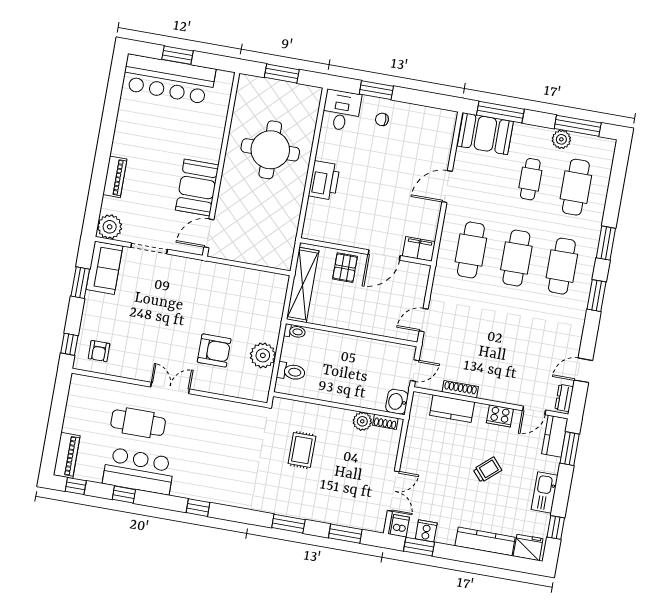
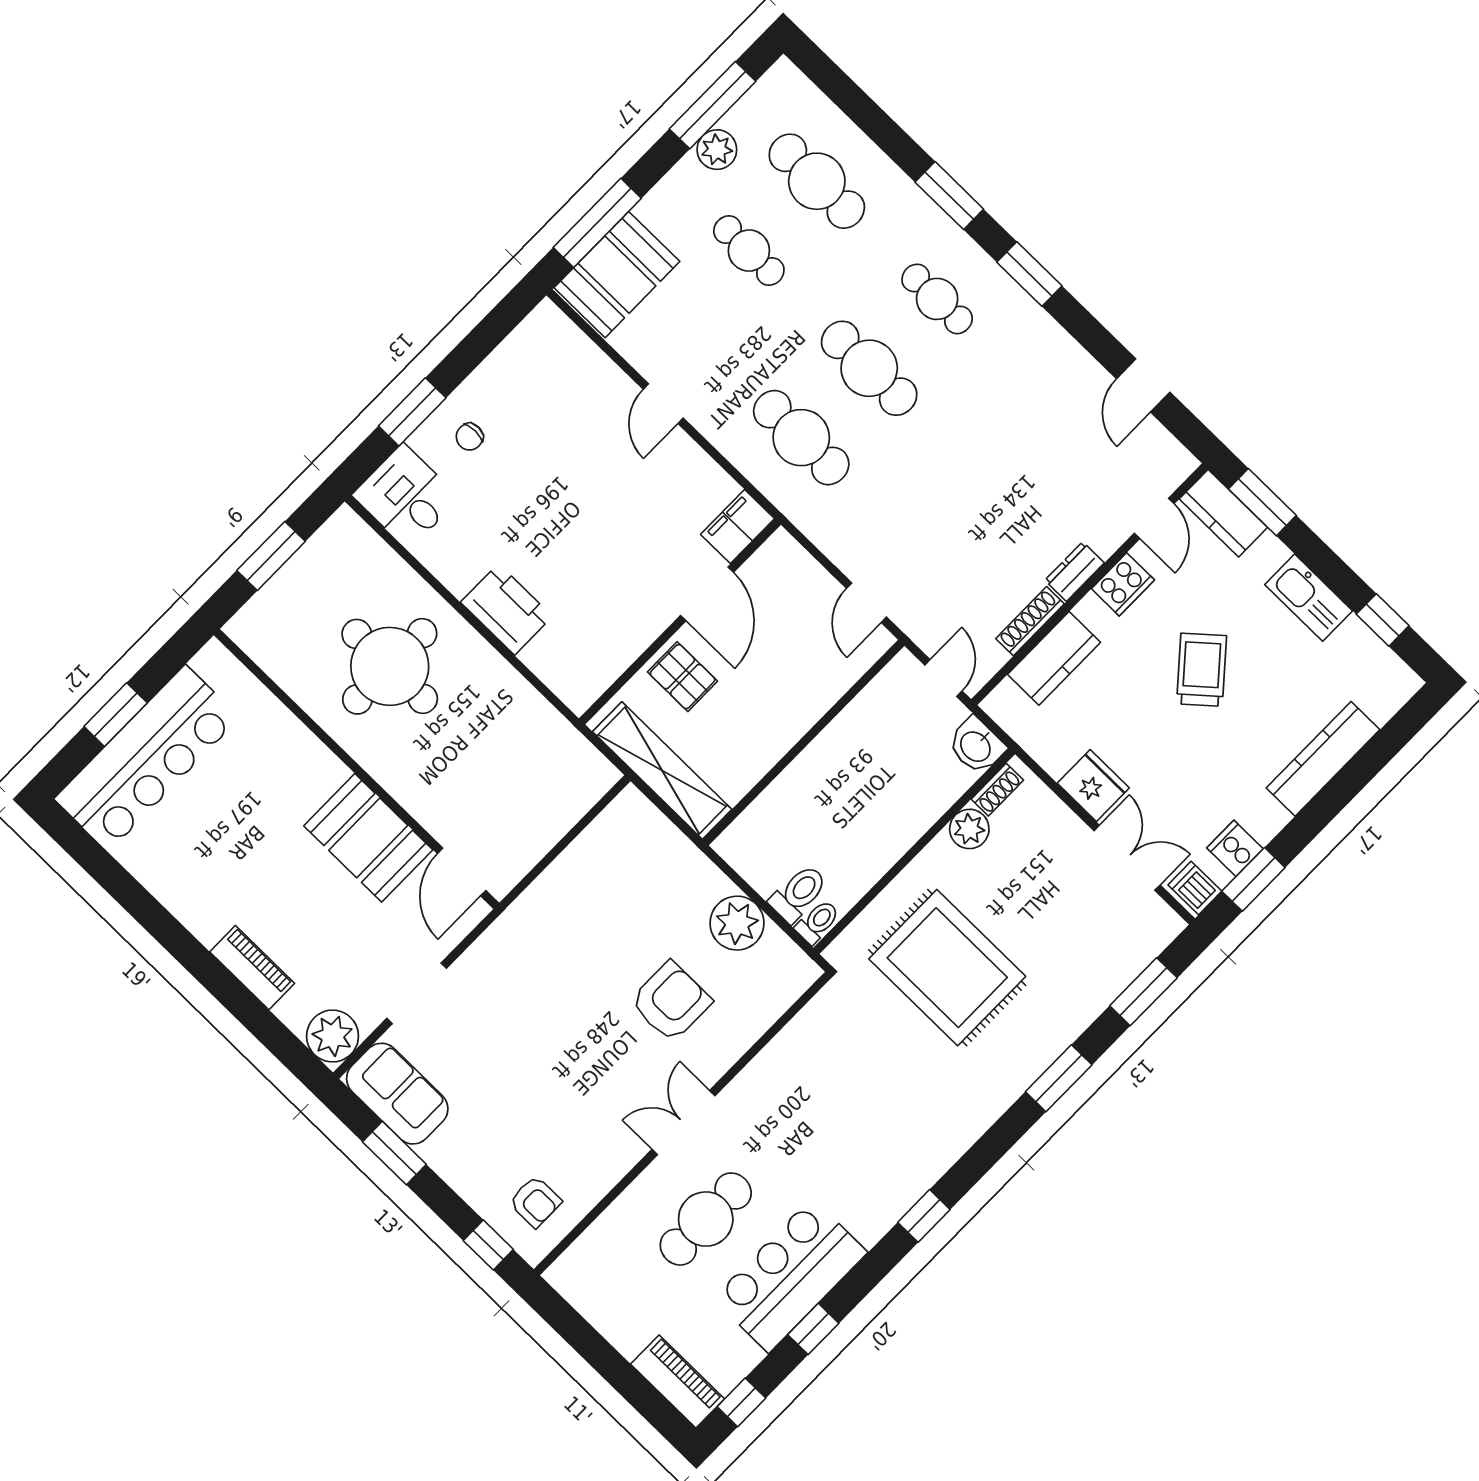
door: (447, 187) -> (663, 404), width x0.73
cafe table: (562, 266) -> (937, 299), width x0.73, depth x0.74
toilet: (295, 331) -> (818, 922), moved
dresser: (564, 398) -> (1075, 572), moved, turned 90
rug: (302, 450) -> (947, 968), width x1.86, depth x2.06
trolley: (487, 470) -> (1202, 670), width x1.36, depth x1.39
fridge: (528, 547) -> (1093, 786), moved, turned 90

